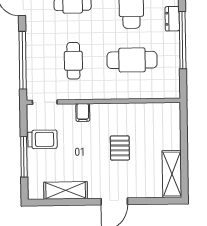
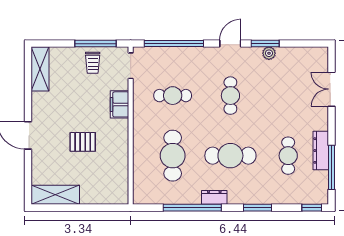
filing cabinet: (83, 113) -> (120, 104), width x2.00
trolley: (42, 139) -> (93, 63), width x0.73, depth x0.72
window: (24, 157) -> (96, 44), moved
shelving: (66, 190) -> (40, 69), moved

